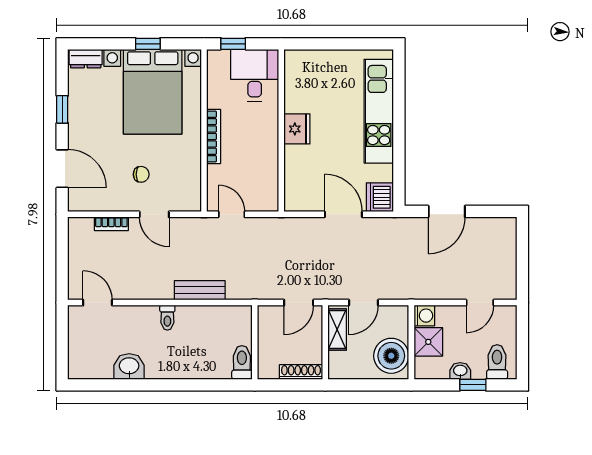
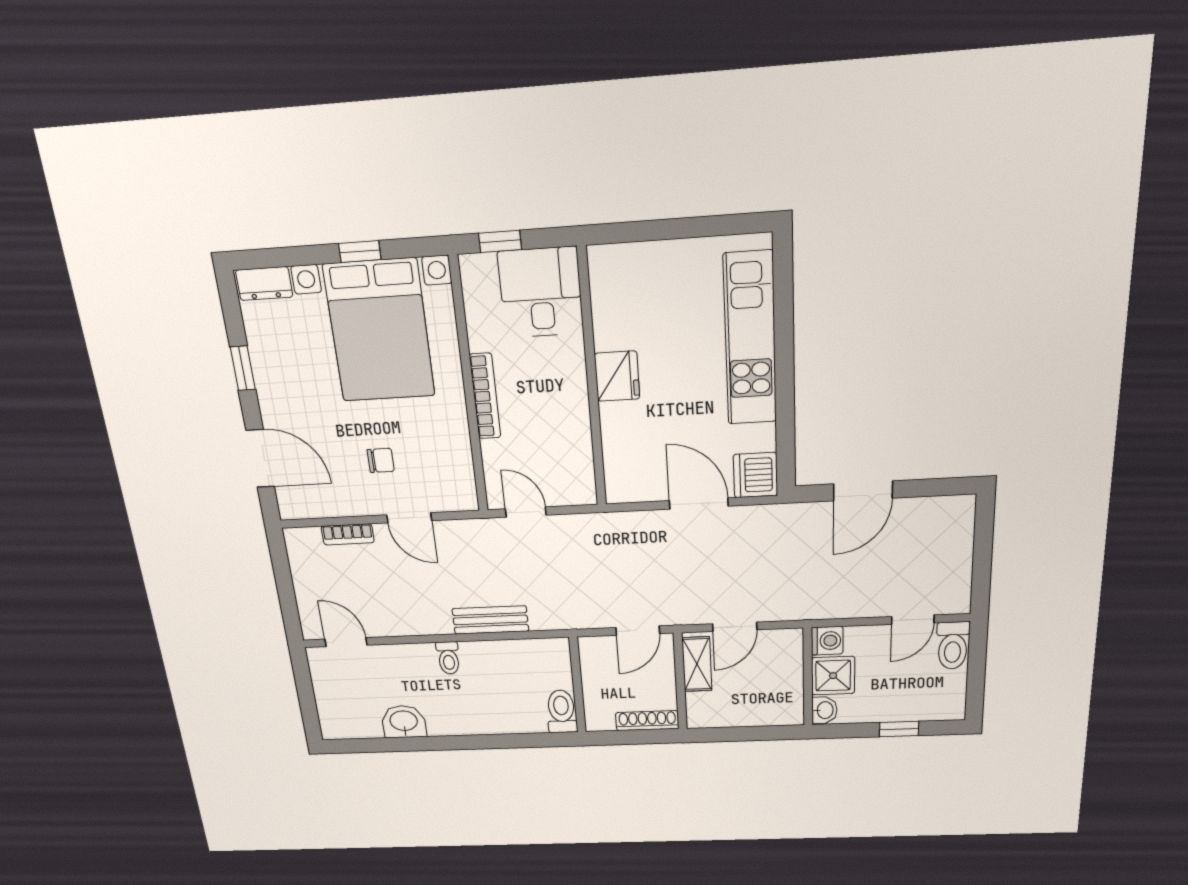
boiler: (391, 356) -> (778, 696), removed
toilet: (497, 362) -> (953, 646), moved, turned 180
washbasin: (460, 371) -> (824, 710), moved, turned 90

